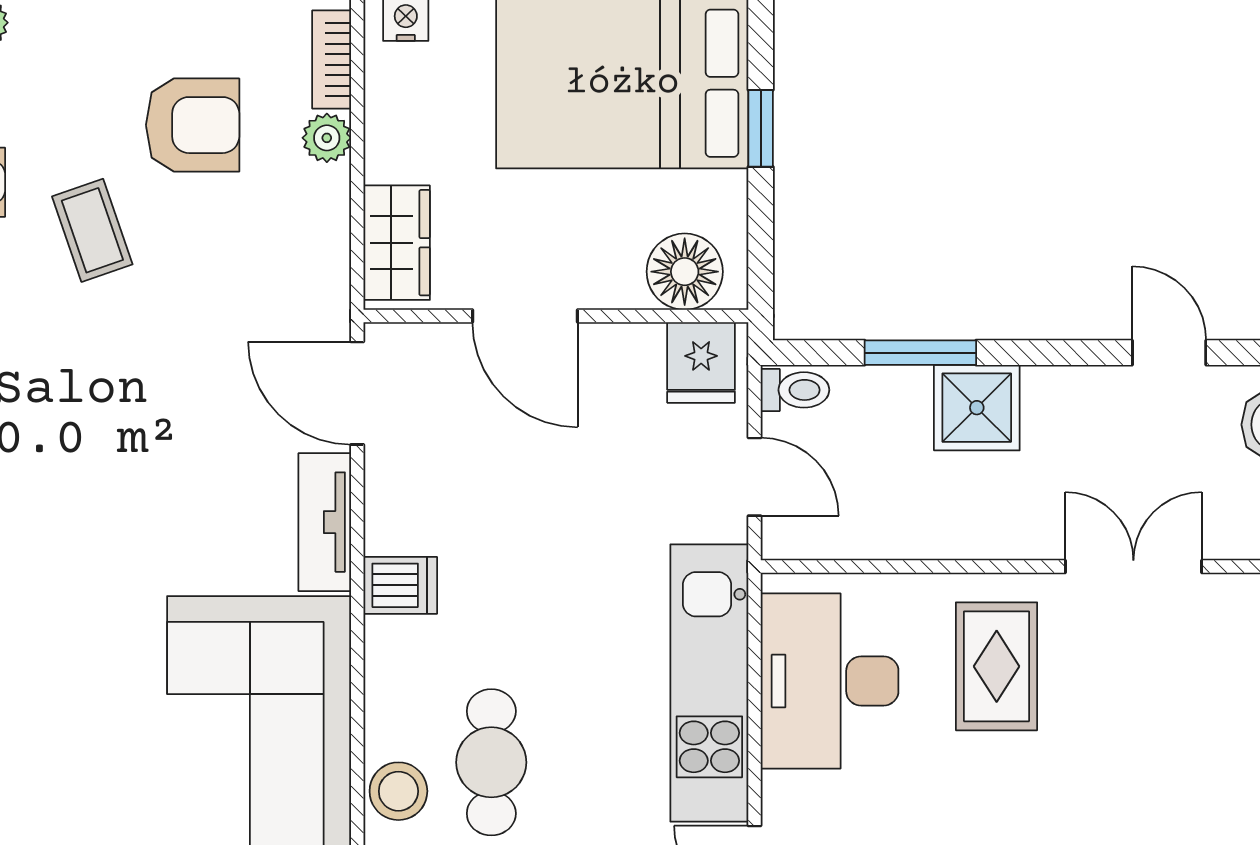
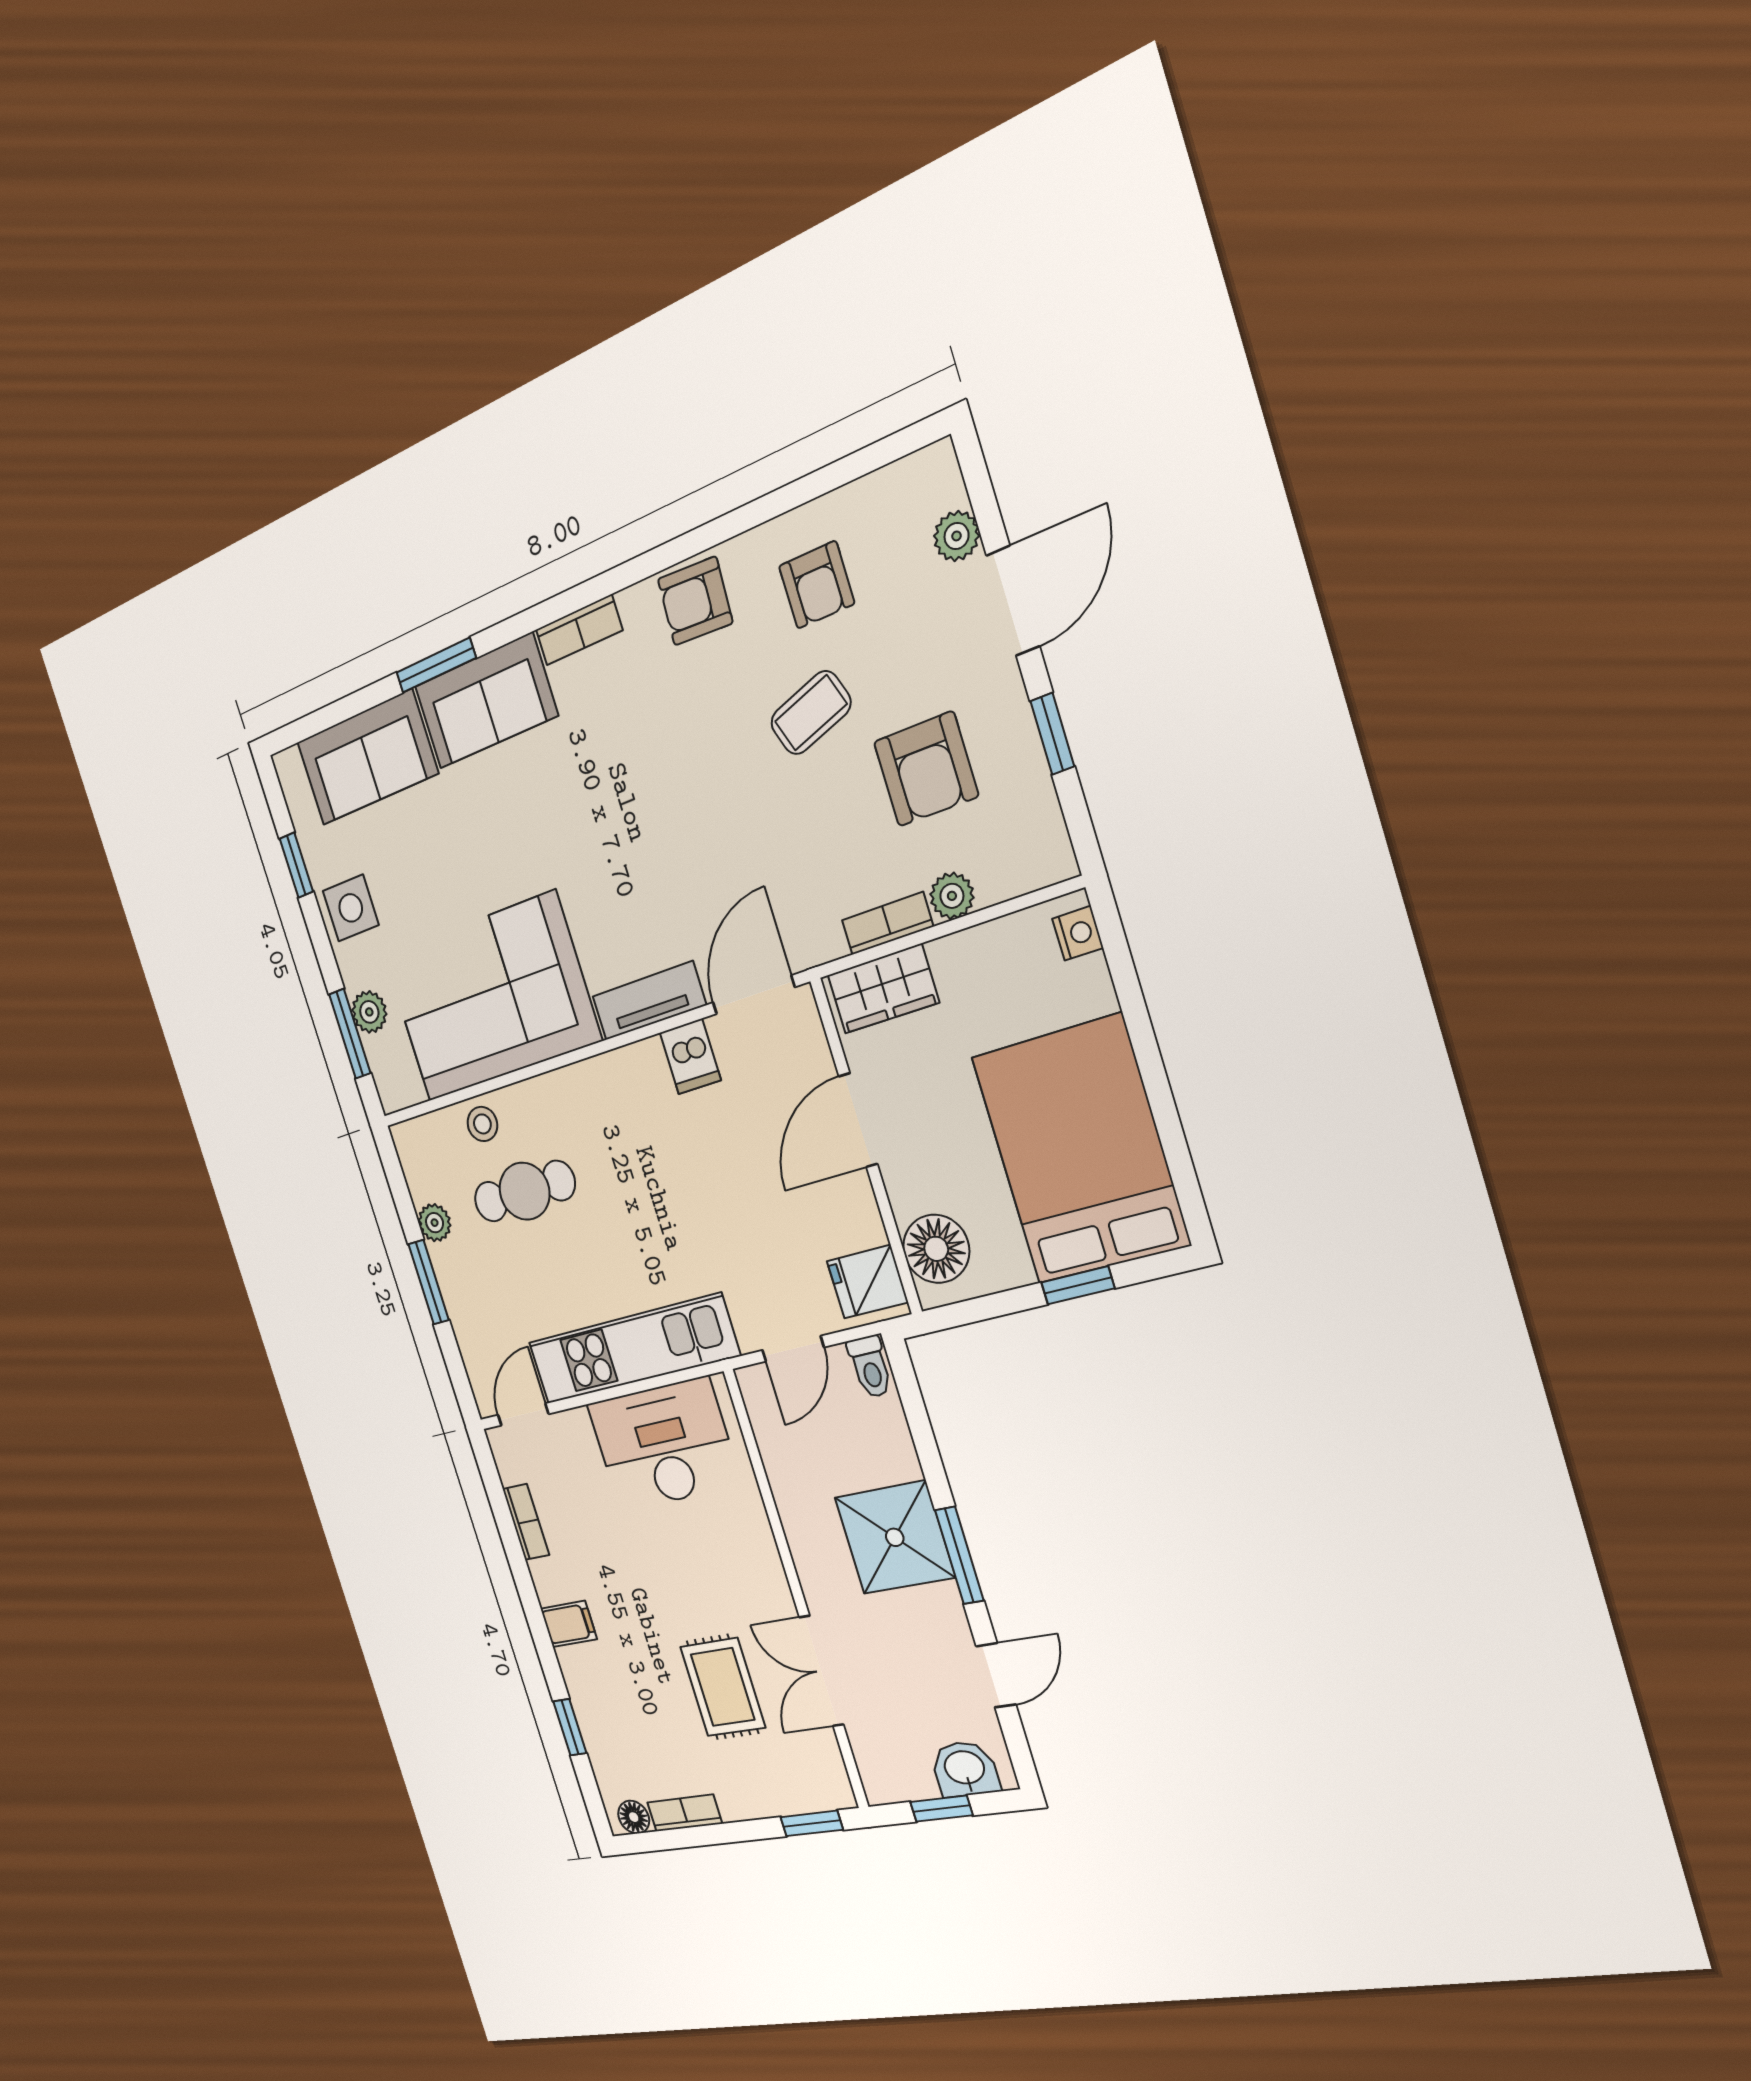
bookcase: (332, 60) -> (887, 923), moved
window: (920, 353) -> (959, 1555), moved
shower: (977, 408) -> (895, 1537), width x1.36, depth x1.36
double door: (1133, 566) -> (821, 1671), swing flipped
dishwasher: (400, 585) -> (690, 1056), moved
rug: (997, 666) -> (723, 1687), moved, turned 90
stool: (398, 791) -> (482, 1124), width x0.73, depth x0.73

